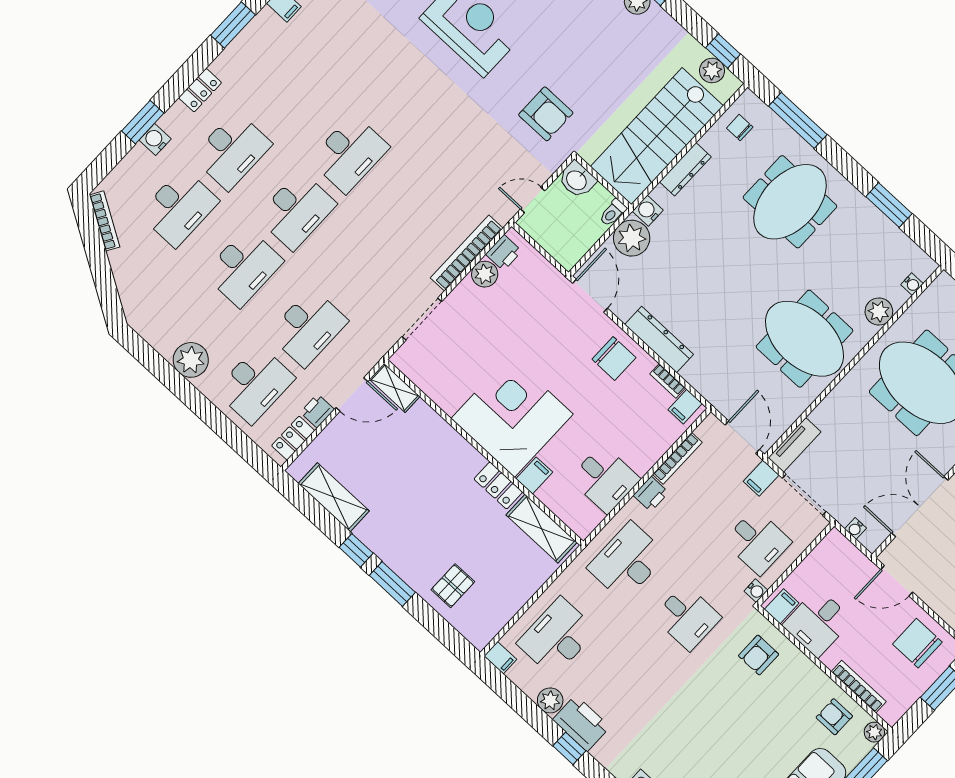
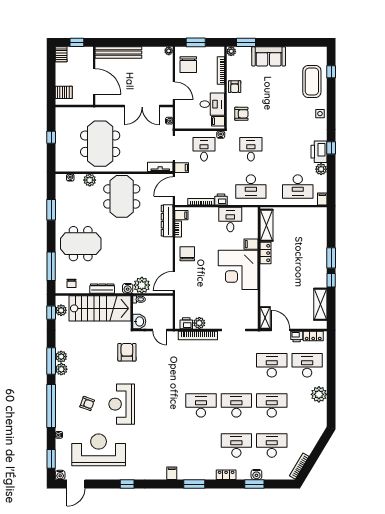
dresser: (659, 339) -> (167, 221), moved
pallet: (453, 586) -> (313, 237), removed
armchair: (834, 717) -> (235, 87), moved

